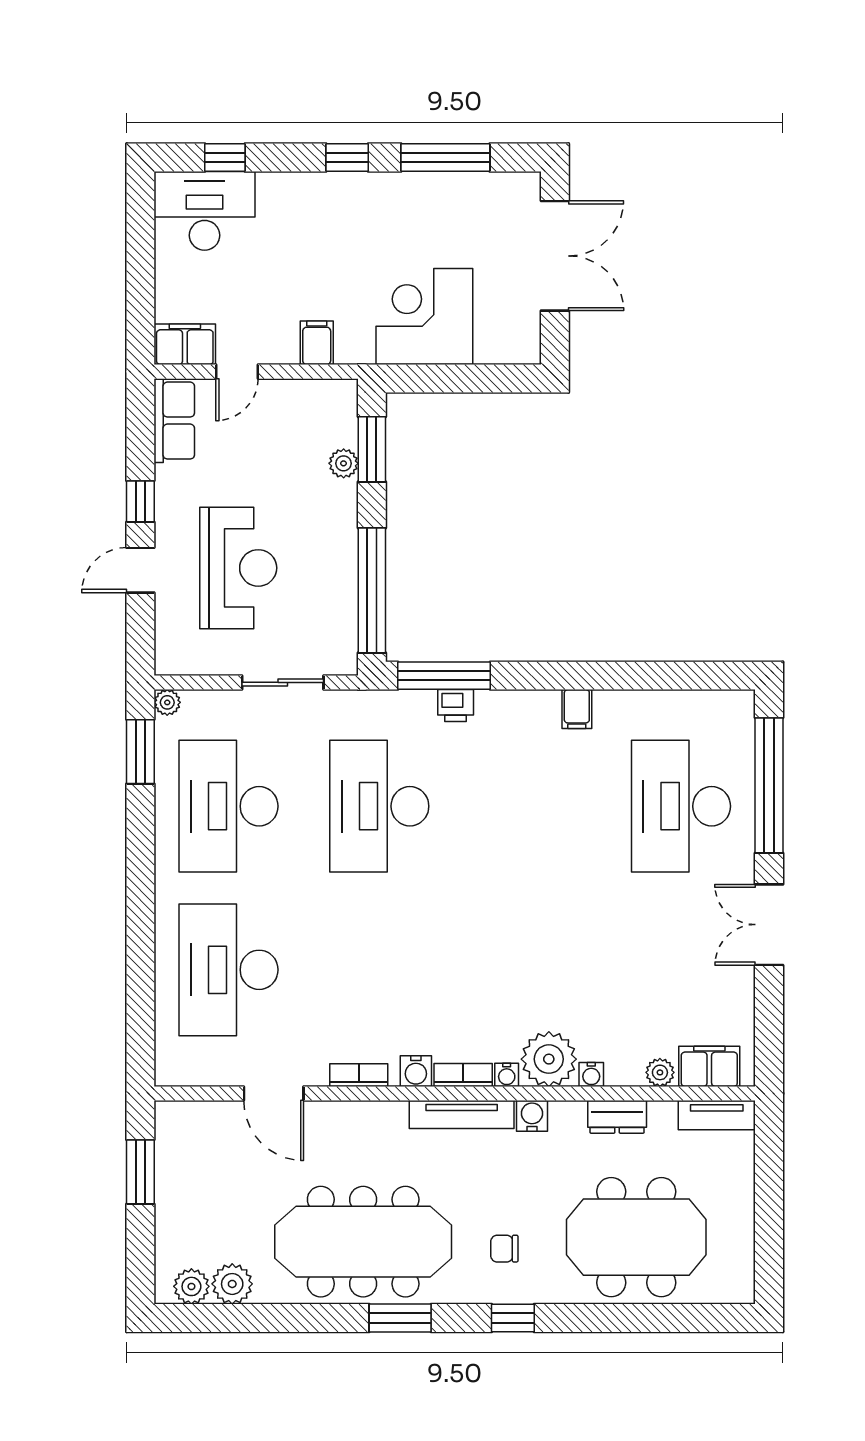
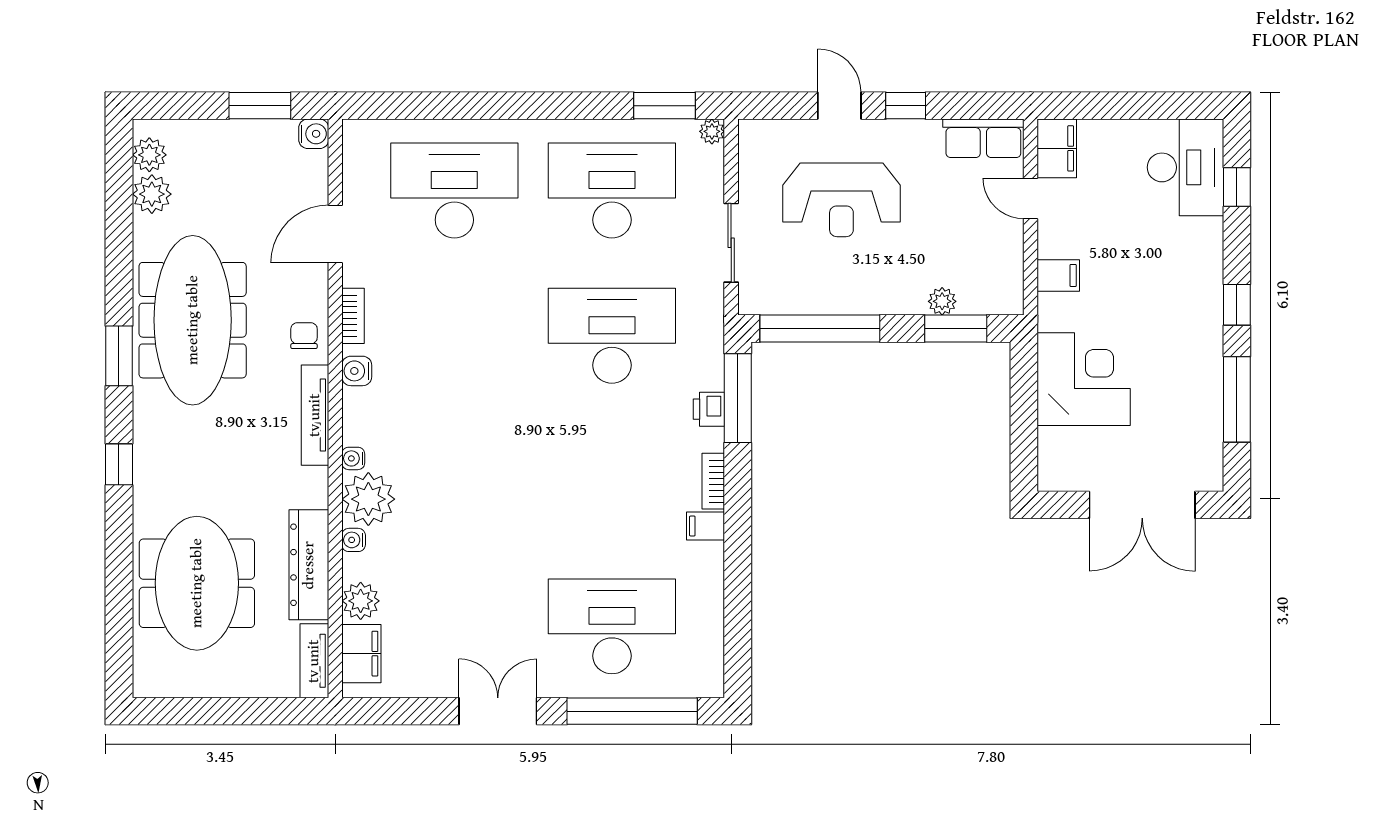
plant: (660, 1072) -> (361, 601), width x1.38, depth x1.38
bookcase: (463, 1075) -> (713, 481), moved, turned 180
water cooler: (532, 1116) -> (314, 134), moved
dresser: (617, 1117) -> (309, 565), width x1.96, depth x1.24
chair: (504, 1249) -> (304, 336), moved

